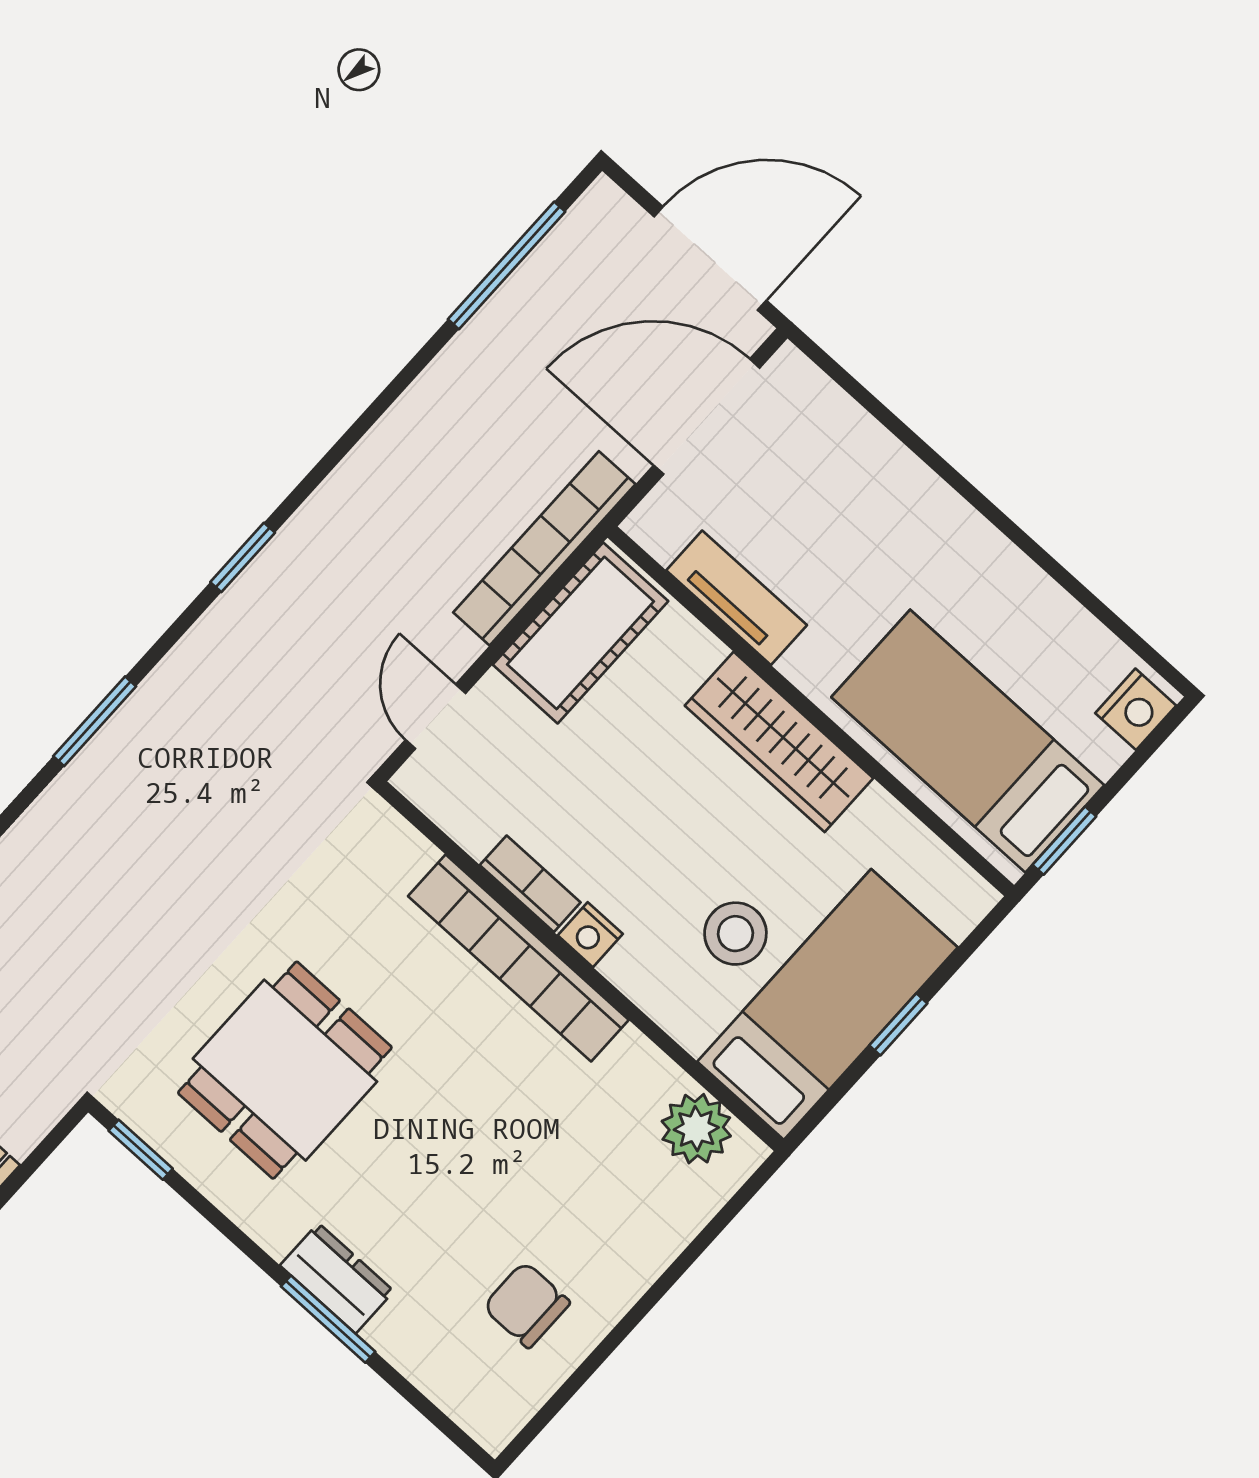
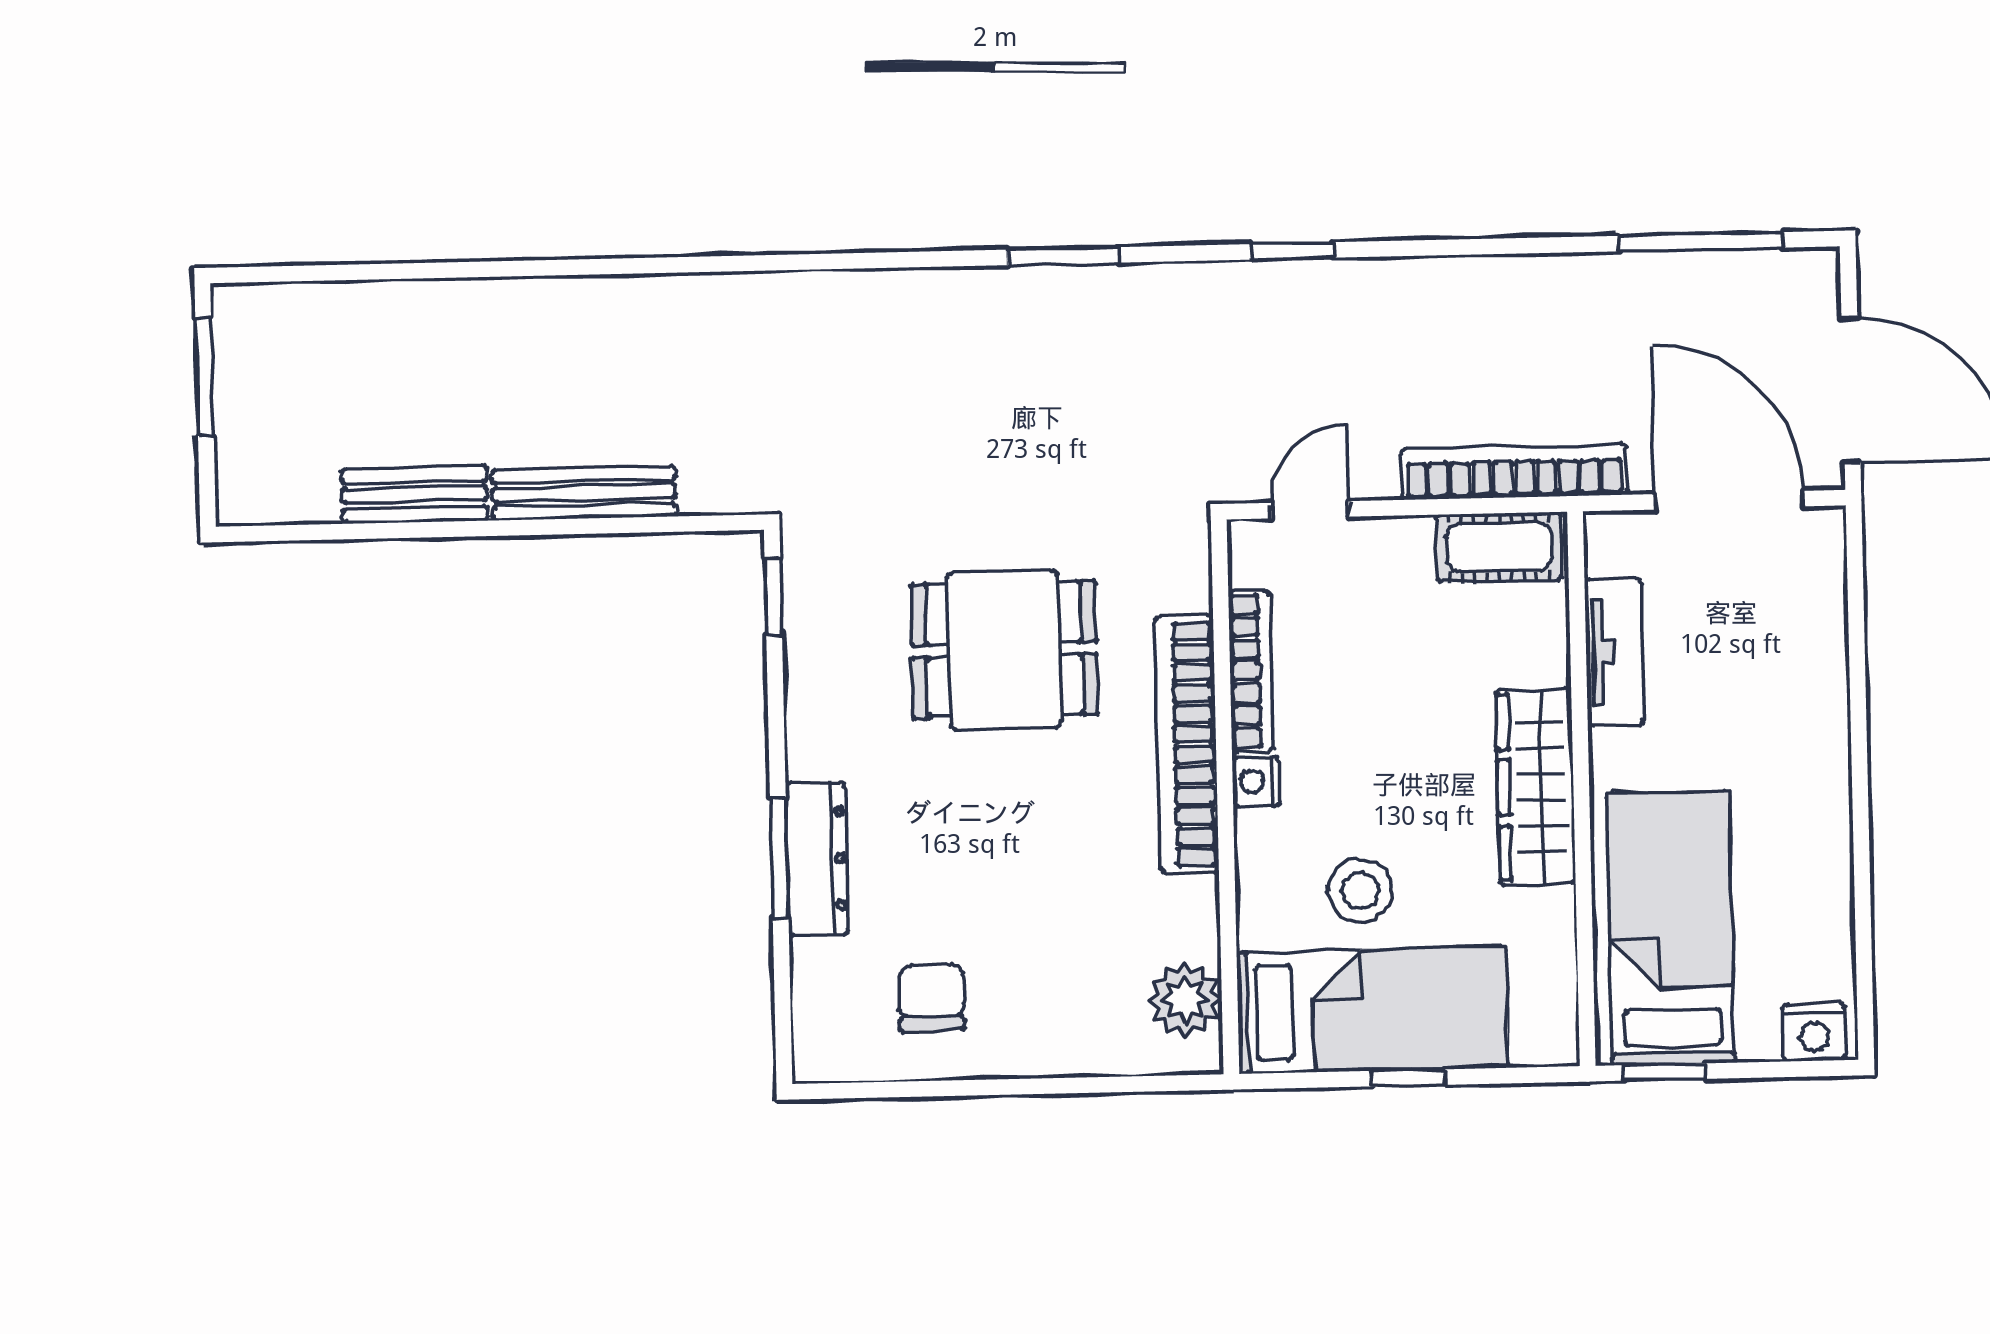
cot: (580, 633) -> (1499, 547), width x0.73, depth x0.75
bookcase: (530, 884) -> (1251, 671), width x1.56
dining table: (285, 1070) -> (1004, 650), moved
dresser: (337, 1278) -> (817, 859), width x1.44

